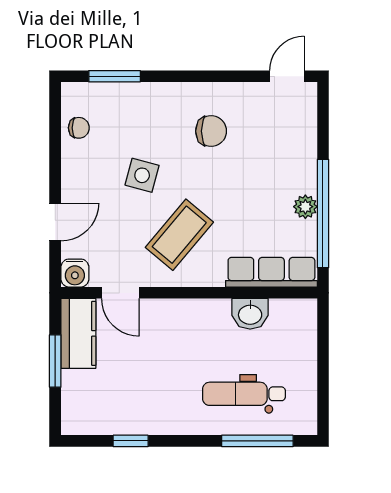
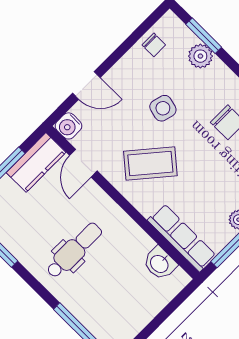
plant: (129, 97) -> (200, 56), added
washbasin: (250, 314) -> (160, 263), moved
dental chair: (244, 394) -> (74, 250), moved, turned 90

